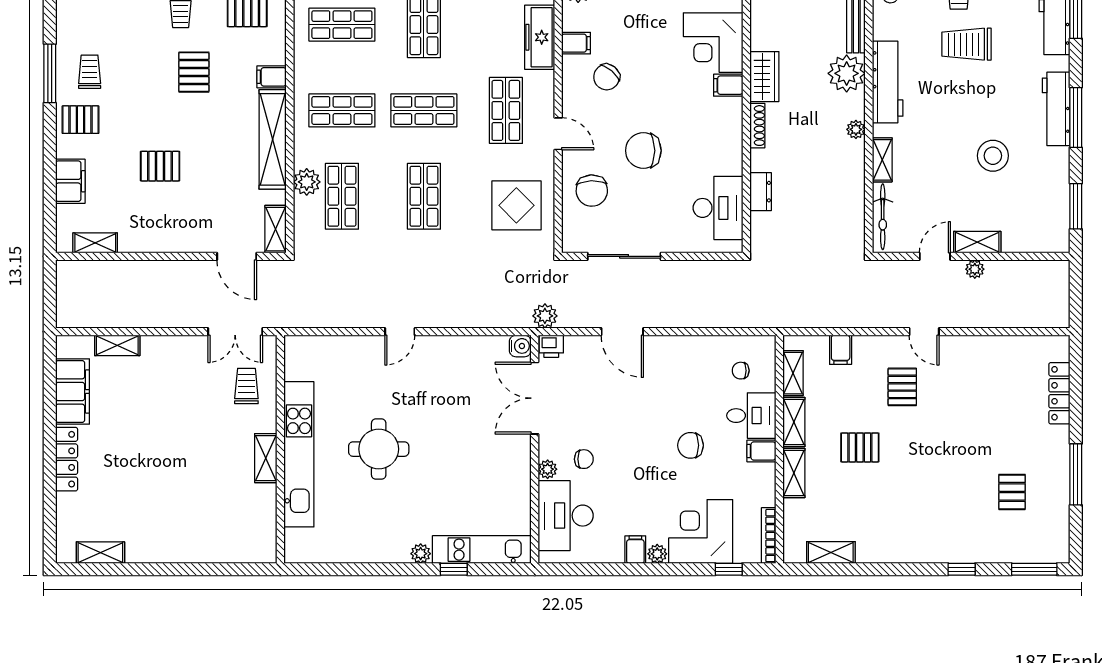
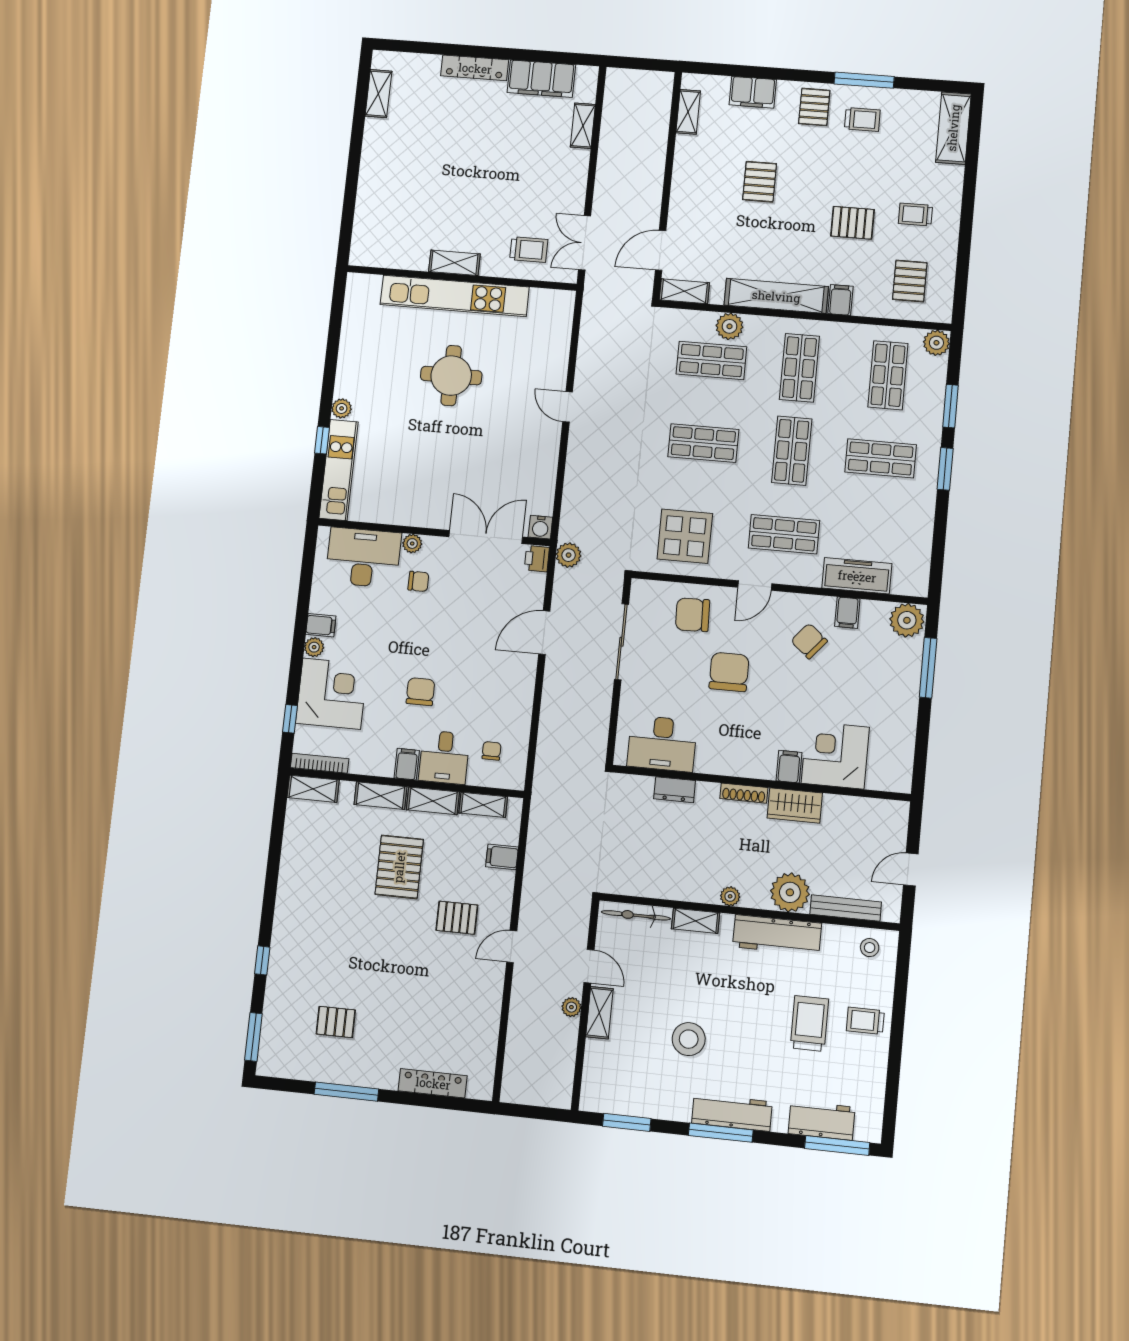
pallet: (860, 447) -> (399, 867), width x1.50, depth x1.42
chair: (584, 459) -> (418, 581), turned -90
shelving: (831, 553) -> (313, 789), moved, turned 90

